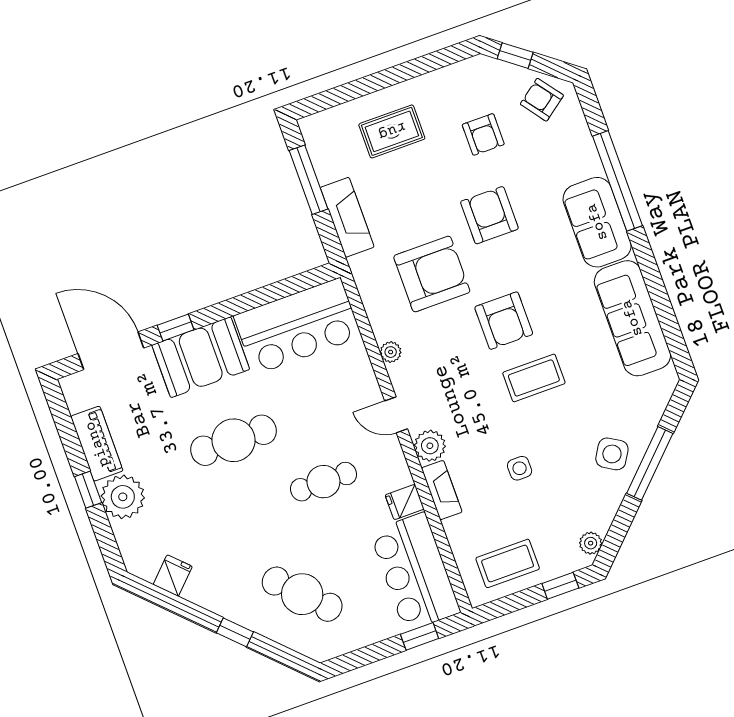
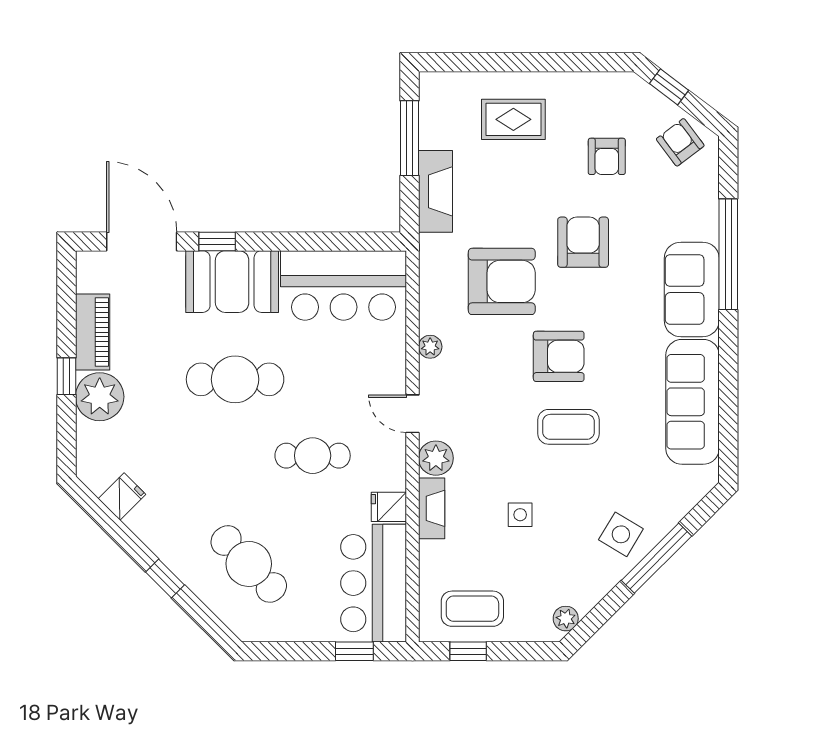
armchair: (504, 321) -> (559, 356), turned -90
window: (560, 586) -> (468, 651), moved

